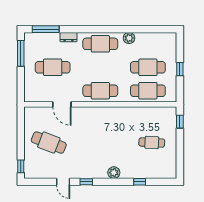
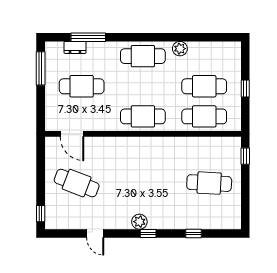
window: (46, 29) -> (88, 37), moved
dresser: (69, 37) -> (75, 47), moved
door: (62, 104) -> (72, 134), moved
cafe table: (152, 143) -> (209, 183), width x1.37, depth x1.35
plant: (114, 173) -> (139, 222), moved
window: (86, 182) -> (148, 233), moved

